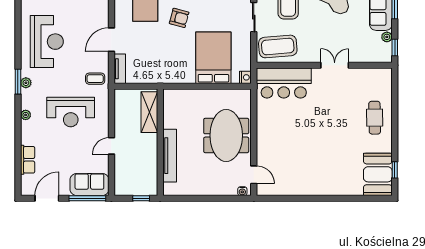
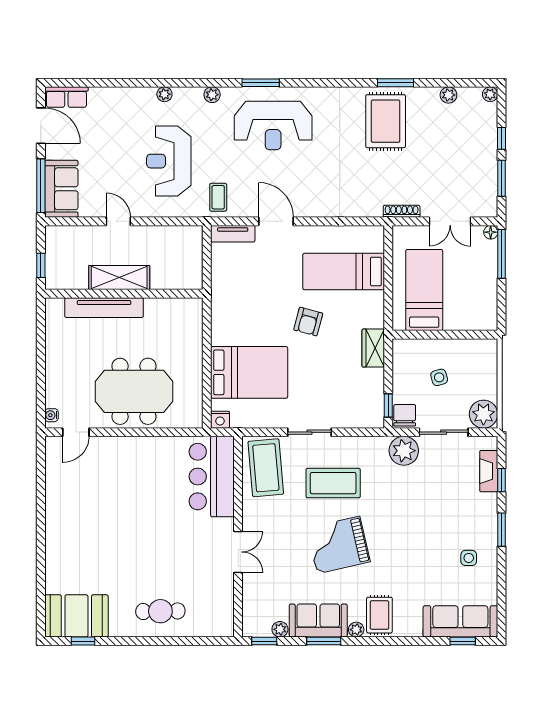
window: (18, 82) -> (261, 83), moved
shelving: (149, 112) -> (119, 278), moved
row of seats: (28, 160) -> (66, 97), moved

